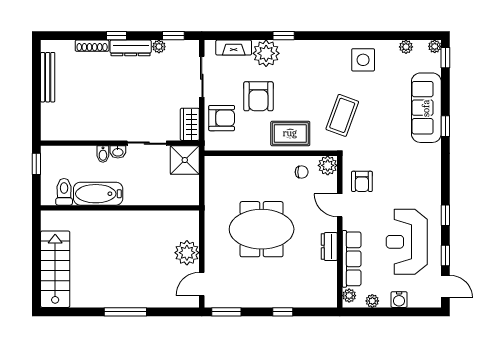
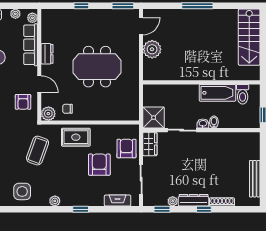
plant: (266, 53) -> (55, 201), moved, width x0.53, depth x0.53
armchair: (222, 118) -> (126, 149), turned 90
armchair: (362, 181) -> (23, 102), turned 180

